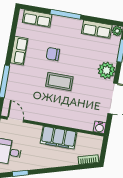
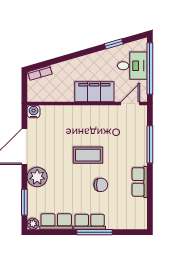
row of seats: (37, 18) -> (90, 222), moved
door: (15, 119) -> (130, 104), swing flipped
filing cabinet: (59, 138) -> (94, 92), moved

